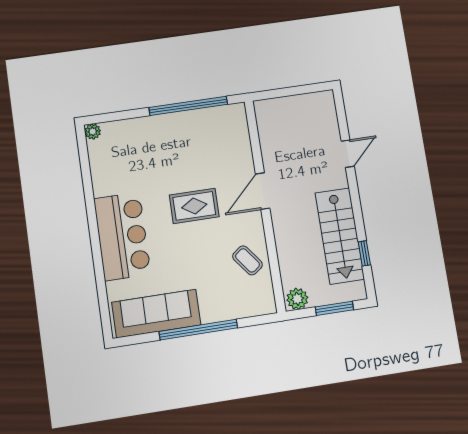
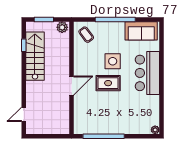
door: (348, 154) -> (24, 114), moved
side table: (192, 249) -> (113, 61), added
coffee table: (247, 260) -> (86, 35), moved
sofa: (156, 314) -> (141, 31), width x0.73

